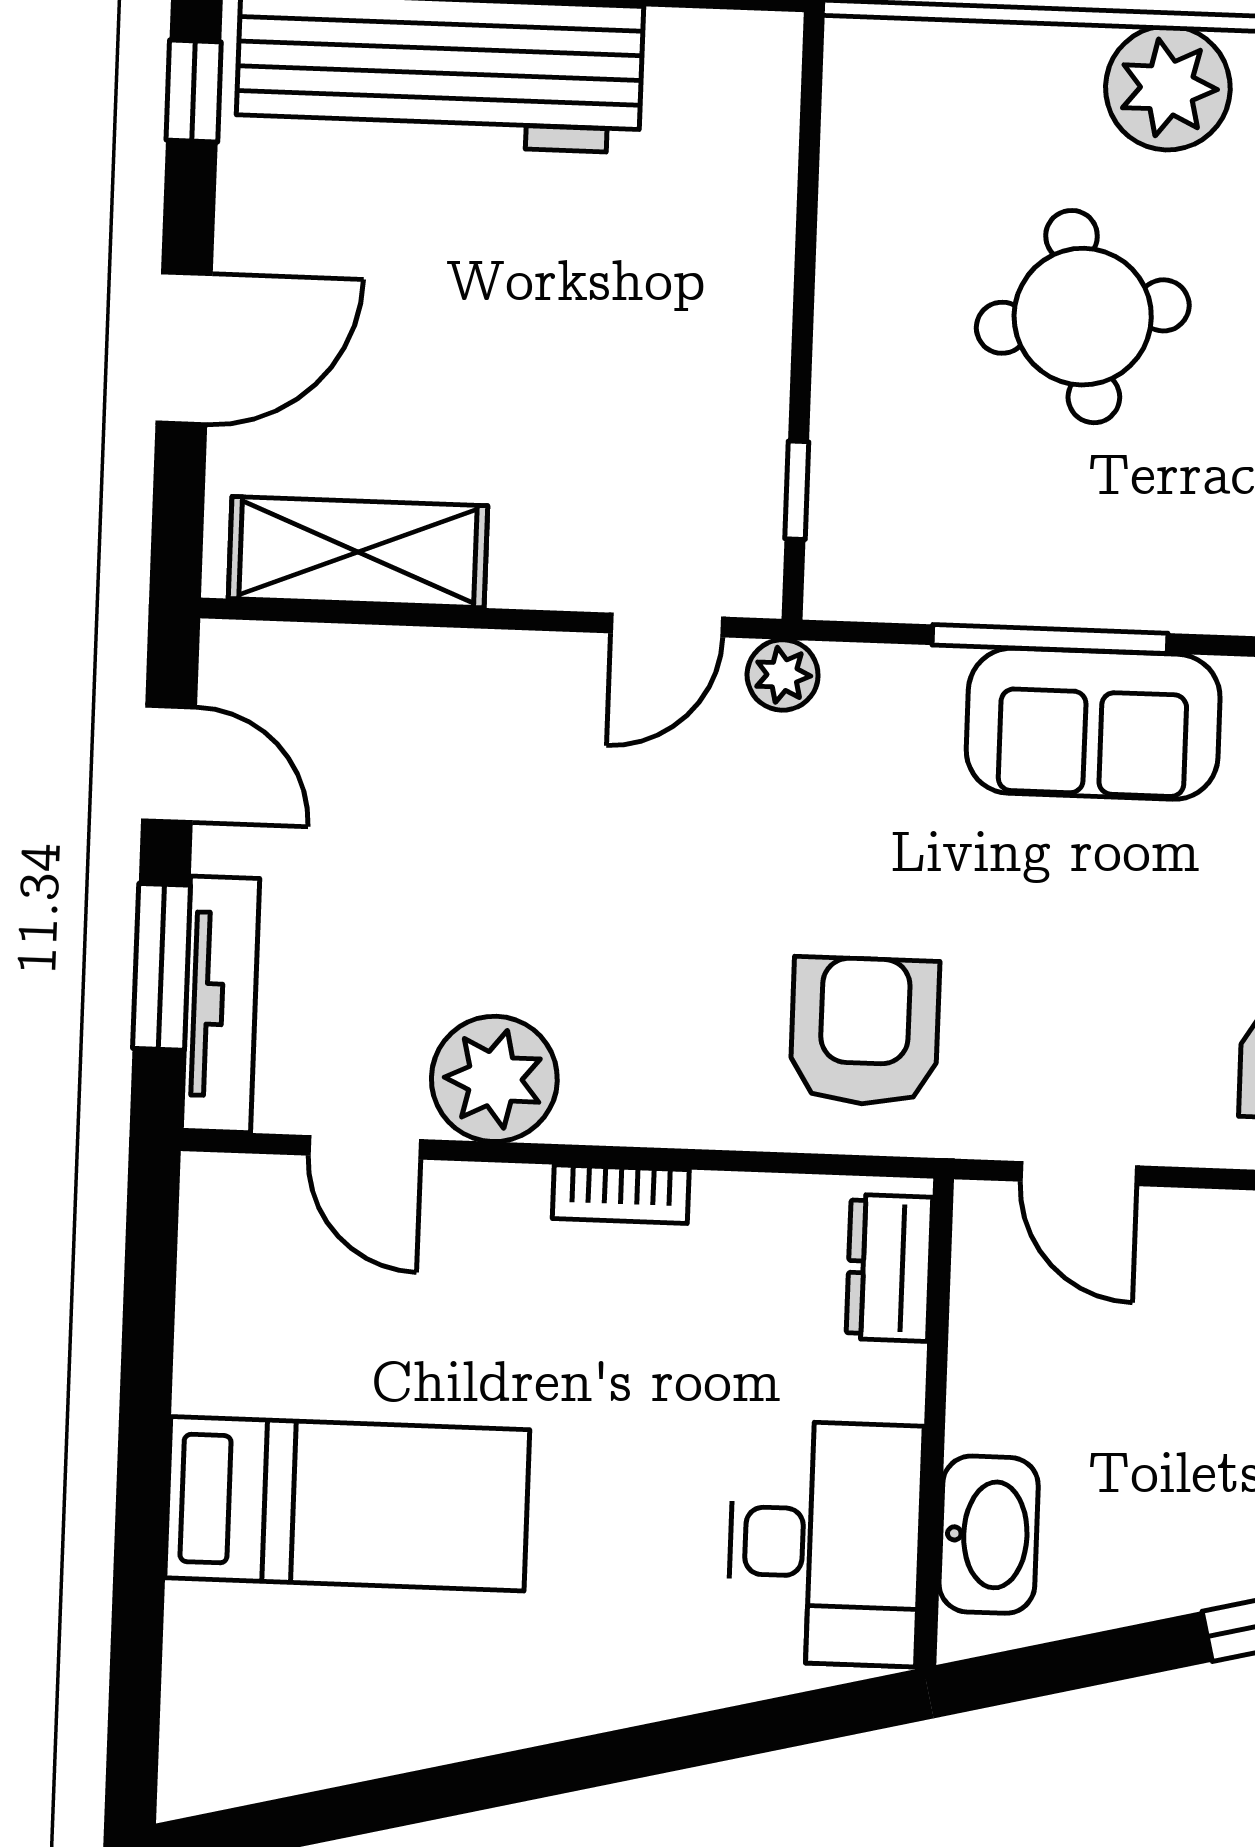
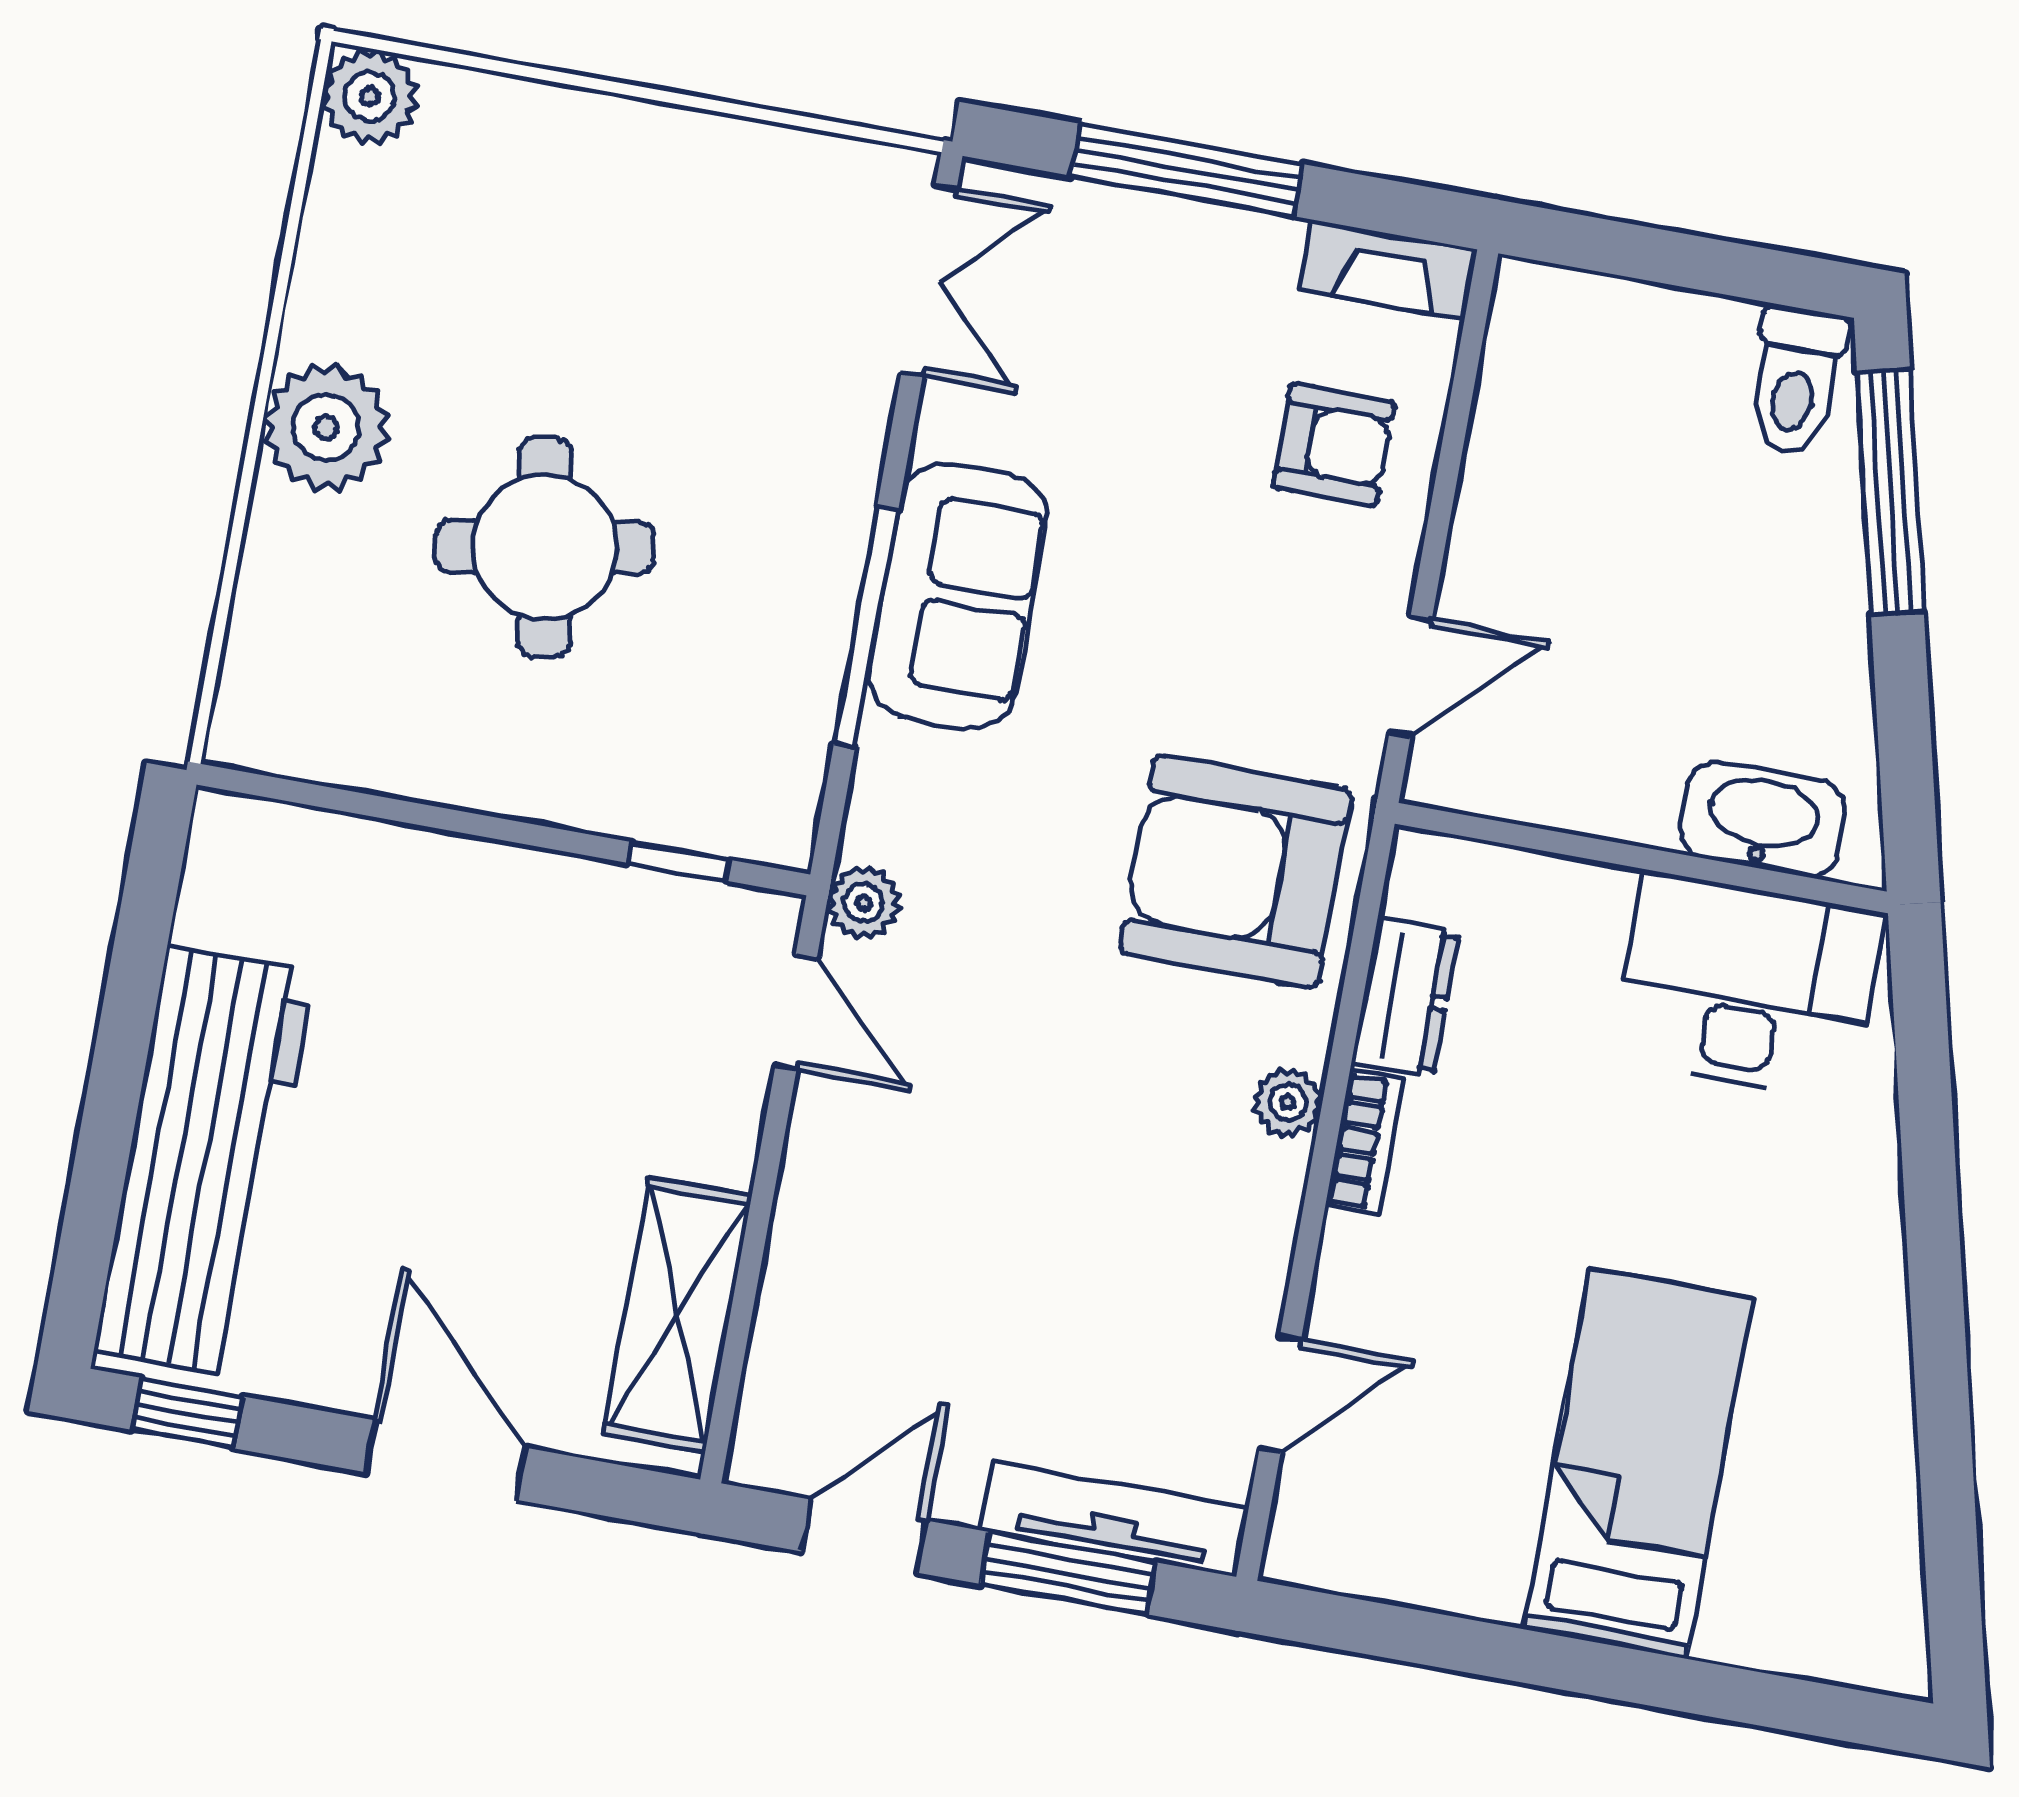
armchair: (865, 1031) -> (1236, 872), width x1.36, depth x1.36
plant: (494, 1079) -> (1288, 1102), moved, width x0.53, depth x0.53
dresser: (889, 1268) -> (1405, 997), moved, turned -90

